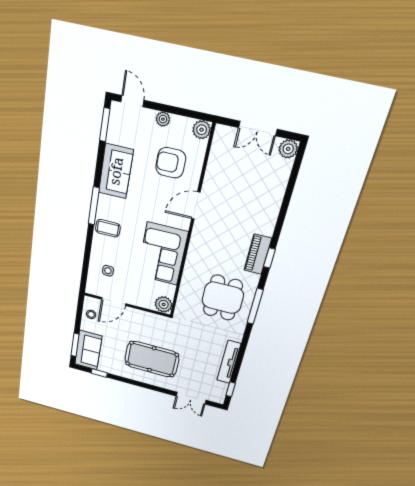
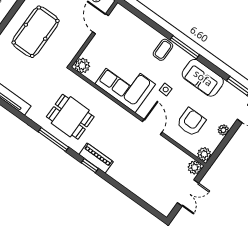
double door: (258, 128) -> (188, 193), swing flipped
plant: (288, 149) -> (195, 167), moved
side table: (108, 271) -> (166, 89), moved

